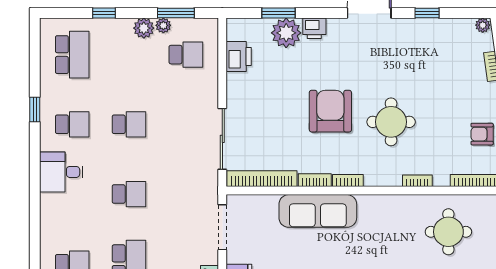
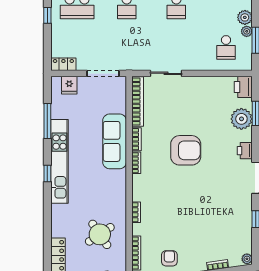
printer: (314, 28) -> (245, 151), moved
printer: (239, 57) -> (243, 87), moved, turned 90
round table: (391, 122) -> (178, 194), removed
sliding door: (222, 139) -> (166, 73), width x0.73
round table: (448, 232) -> (100, 234), turned -34

